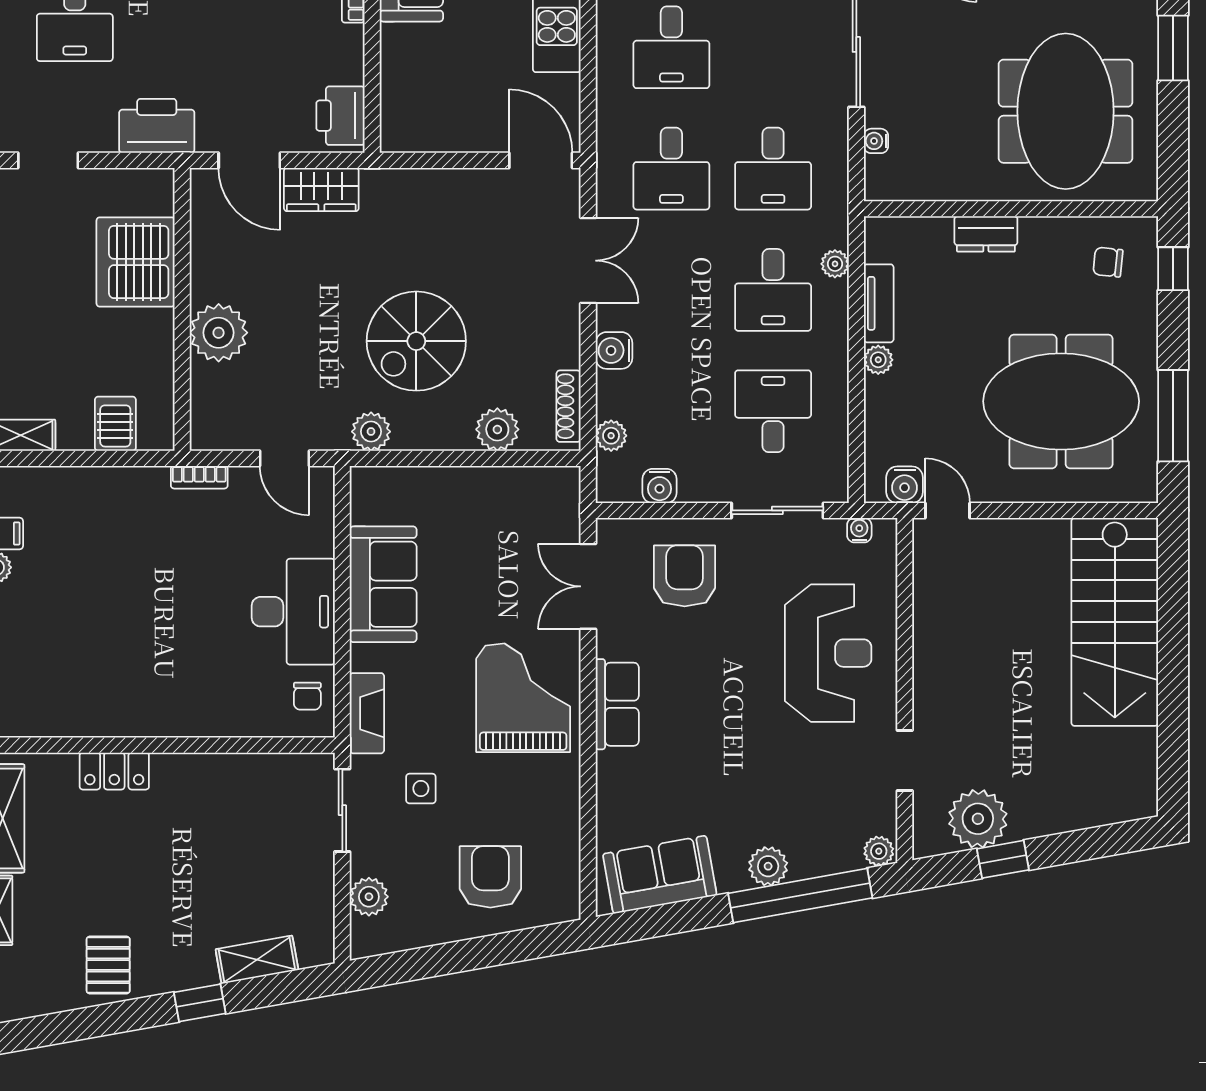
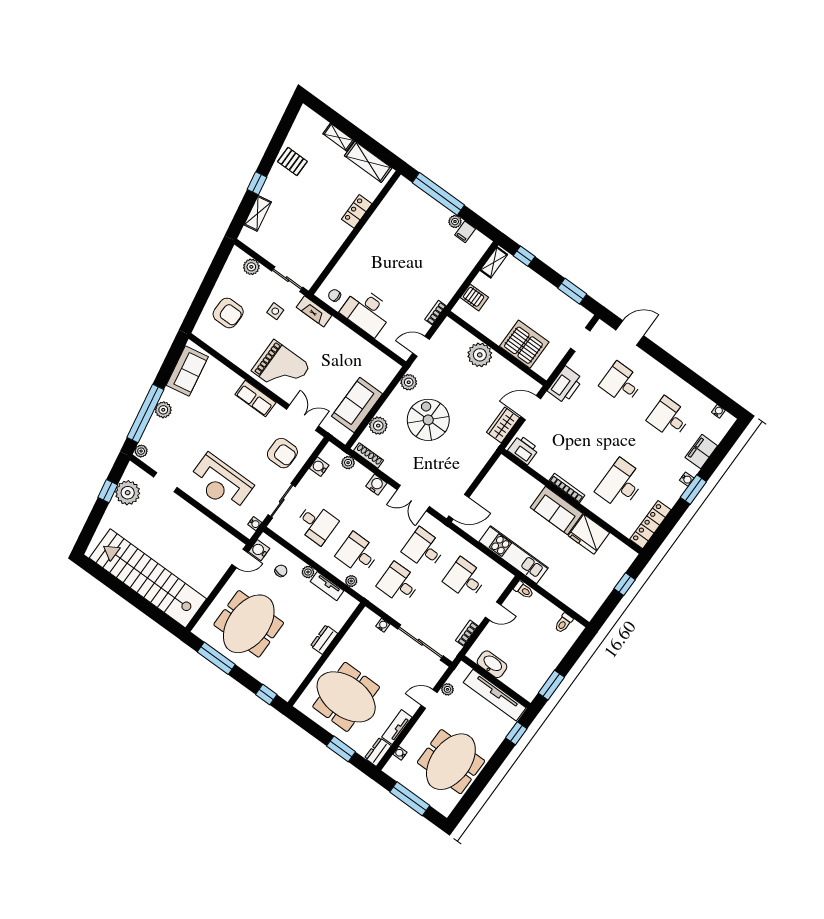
chair: (1108, 262) -> (281, 571), moved
sofa: (383, 584) -> (357, 405), moved, turned 90
stairs: (1115, 622) -> (148, 578), width x1.36

